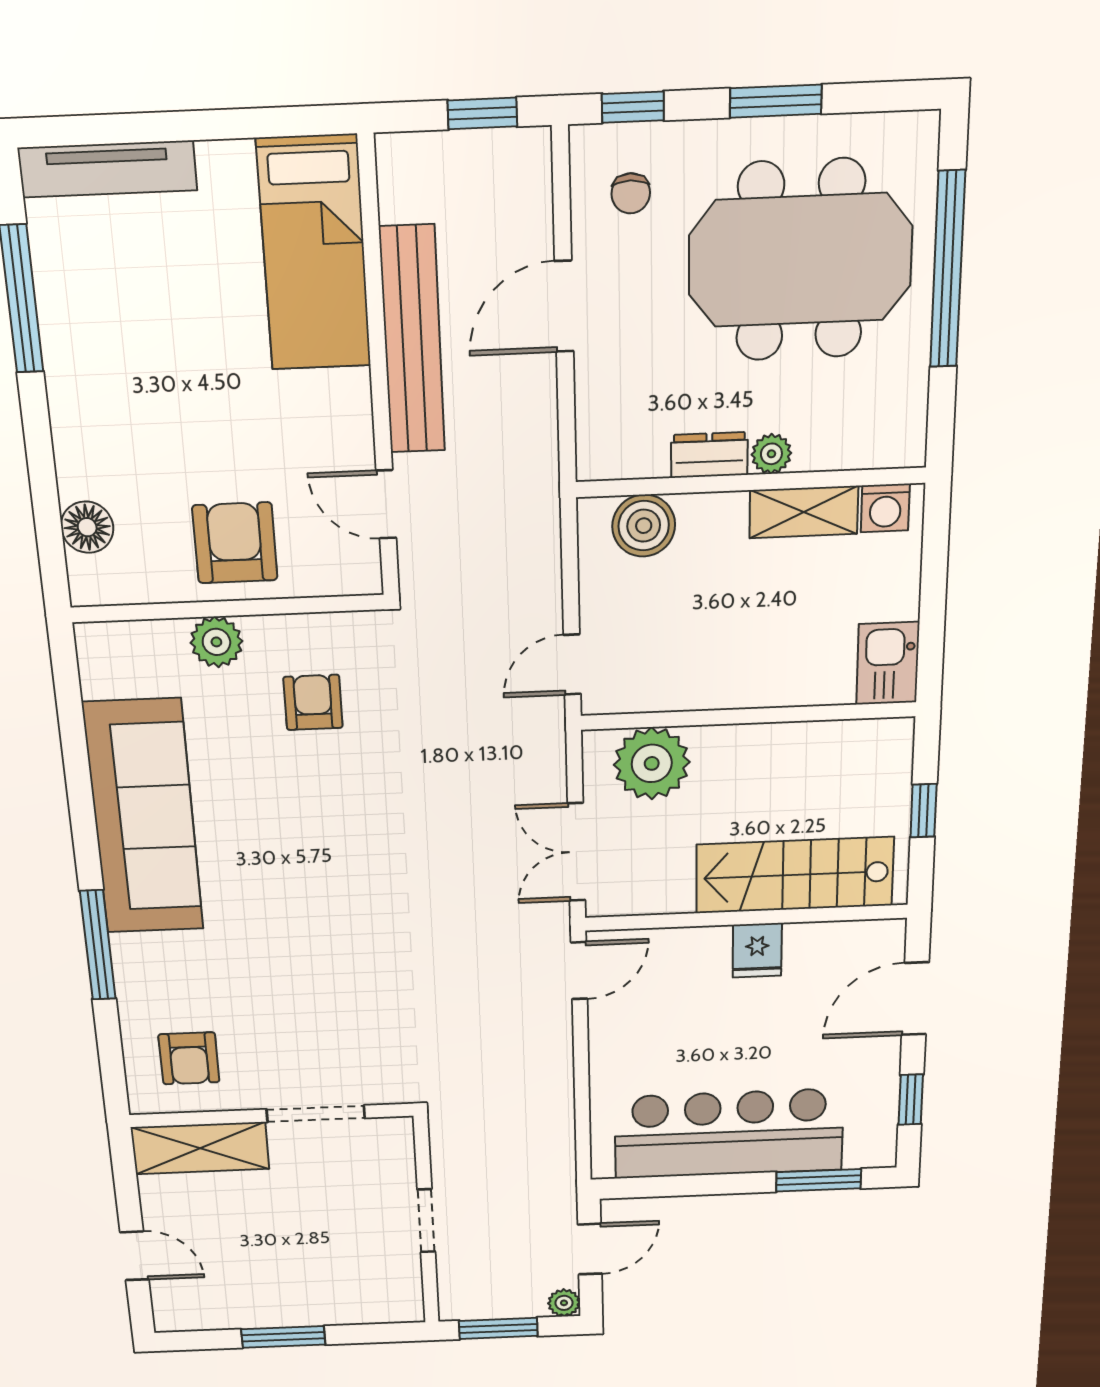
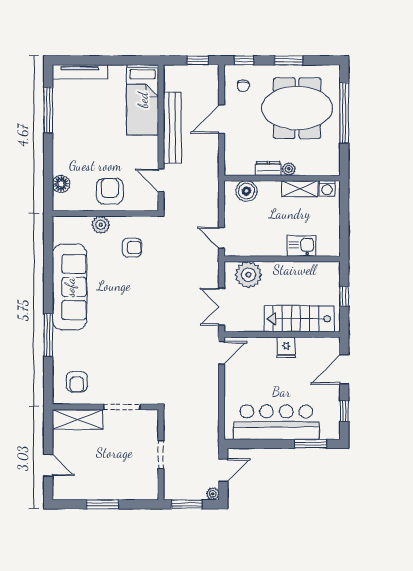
kitchen sink: (888, 663) -> (301, 246), moved, turned 90
door: (572, 665) -> (221, 238), hinge flipped
armchair: (313, 702) -> (132, 248), turned 90

